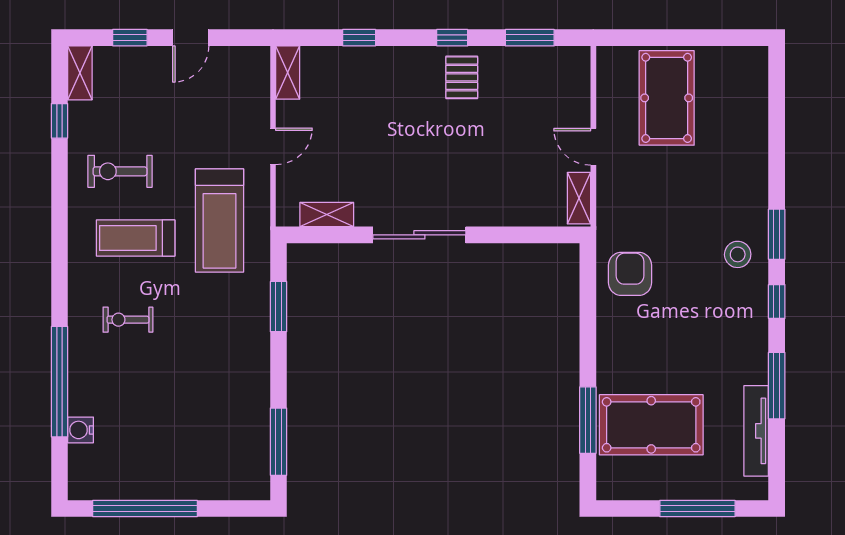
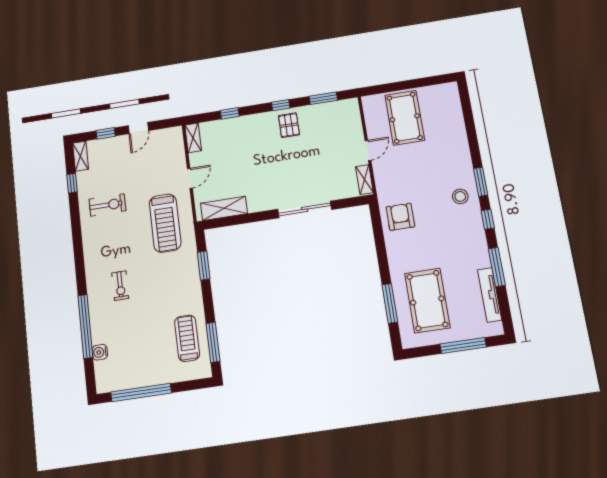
door: (593, 147) -> (368, 151), swing flipped
exercise bike: (120, 171) -> (107, 205), turned 180
shelving: (327, 215) -> (224, 208), width x1.50, depth x1.33
sliding door: (419, 235) -> (305, 209), moved
treadmill: (136, 238) -> (187, 338), moved, turned 90
exercise bike: (128, 320) -> (120, 286), turned -90
pool table: (651, 425) -> (427, 301), turned 90

